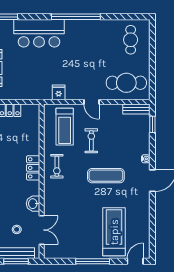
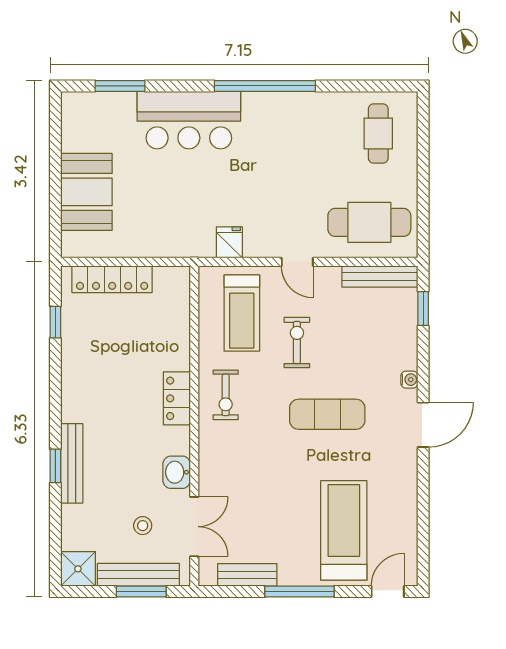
bench: (136, 109) -> (380, 277), width x1.36
bench: (67, 253) -> (247, 575), added

